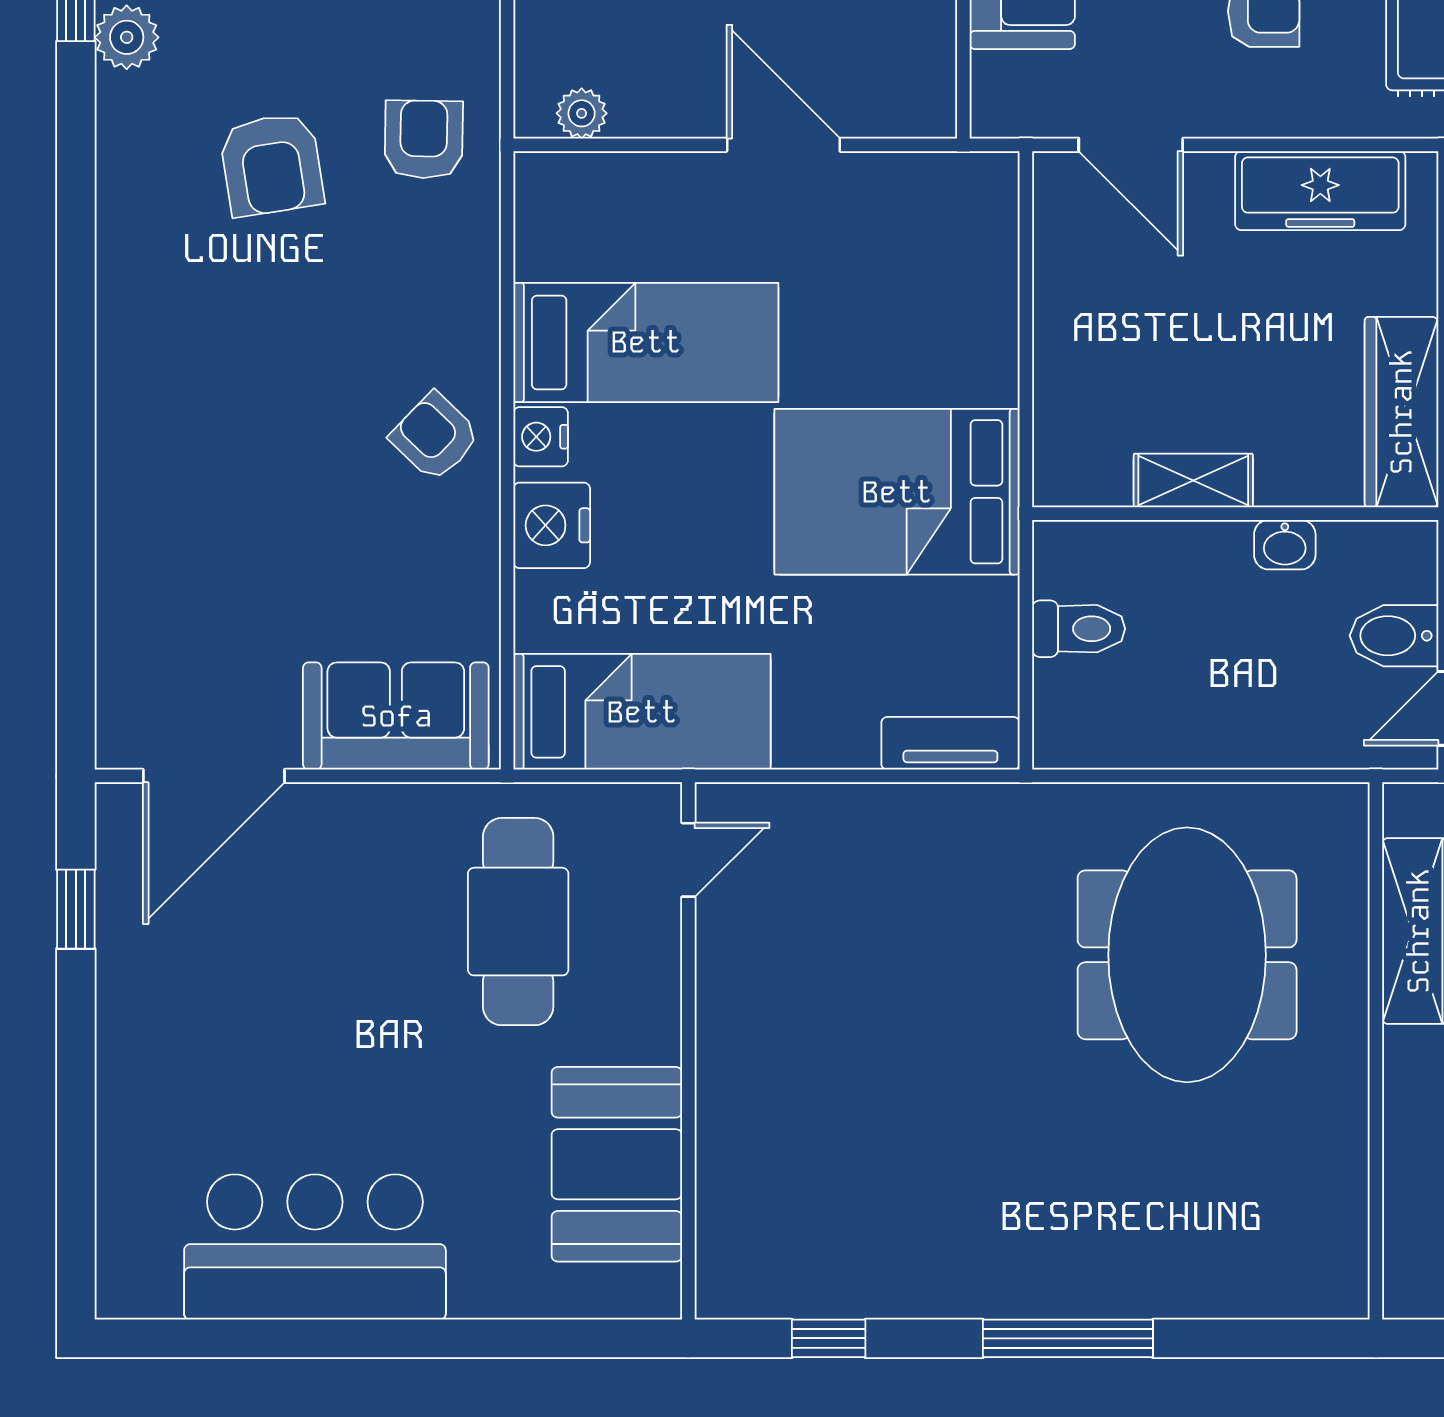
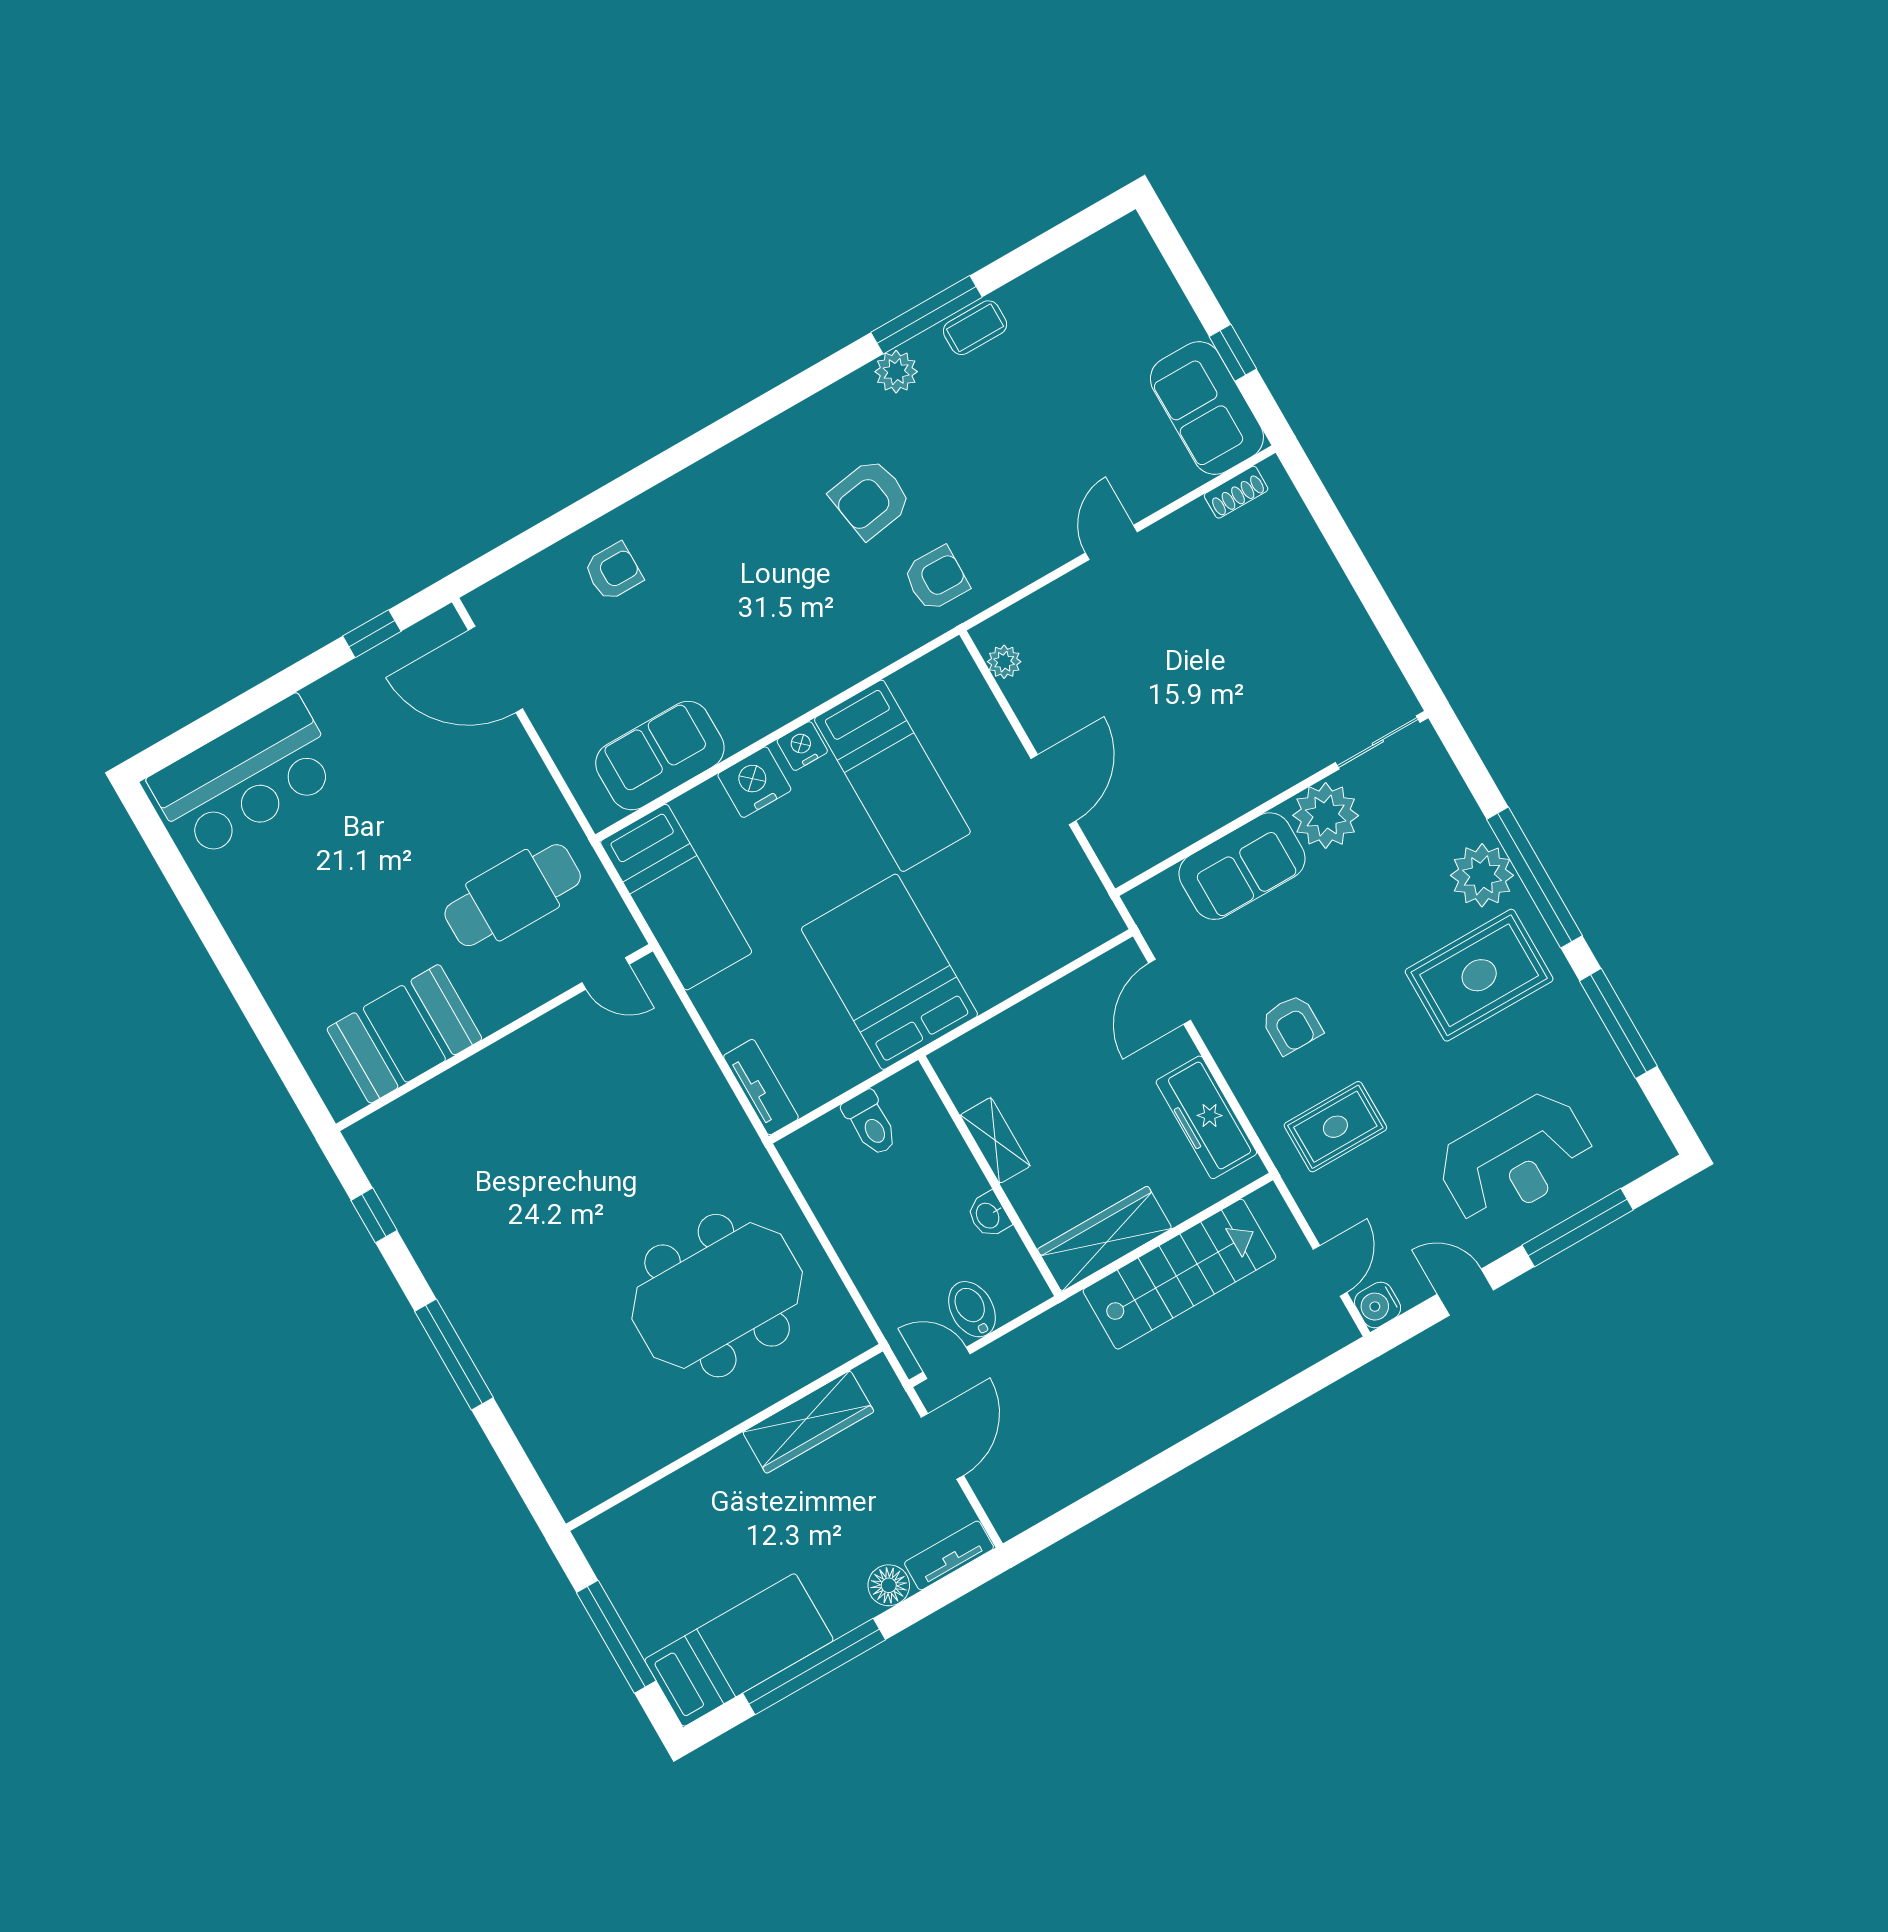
armchair: (435, 437) -> (613, 572), moved, turned 46
sofa: (396, 716) -> (660, 756), moved, turned -90
bar counter: (315, 1247) -> (245, 777), moved, turned 90

